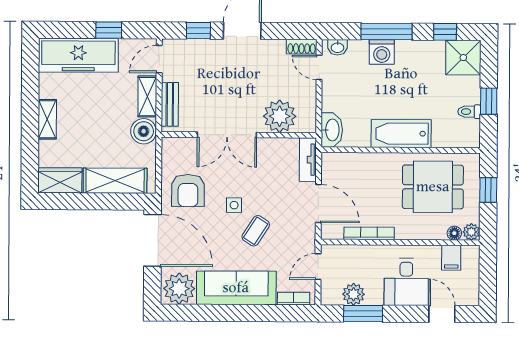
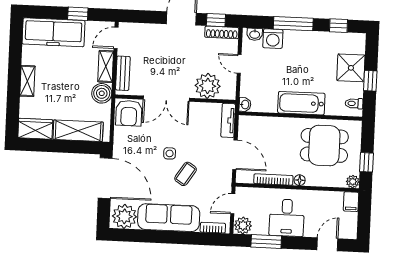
window: (198, 31) -> (216, 20), moved
shoe rack: (302, 47) -> (222, 32), width x1.43
washing machine: (382, 52) -> (273, 39), moved
shower: (463, 58) -> (351, 68), moved
door: (319, 67) -> (239, 64), moved
toilet: (469, 112) -> (354, 103), moved
washbasin: (332, 130) -> (245, 104), width x0.52, depth x0.69
window: (488, 190) -> (367, 162), moved
armchair: (188, 191) -> (129, 113), moved
floor lamp: (454, 233) -> (300, 180), moved
filing cabinet: (451, 258) -> (351, 202), moved
desk: (406, 282) -> (287, 218), moved
plant: (354, 294) -> (243, 225), moved
door: (442, 314) -> (327, 244), hinge flipped

